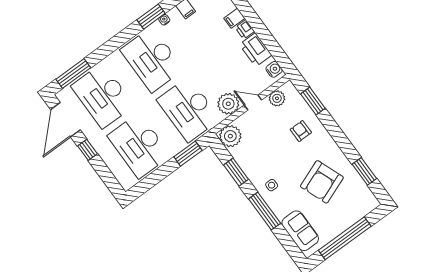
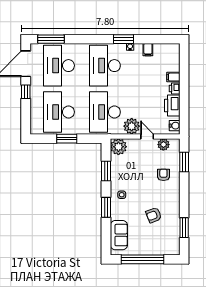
window: (188, 154) -> (67, 139), moved
armchair: (322, 182) -> (154, 215), width x0.53, depth x0.53
window: (265, 211) -> (106, 207), width x0.69

